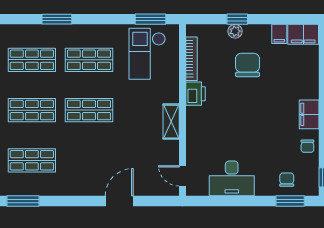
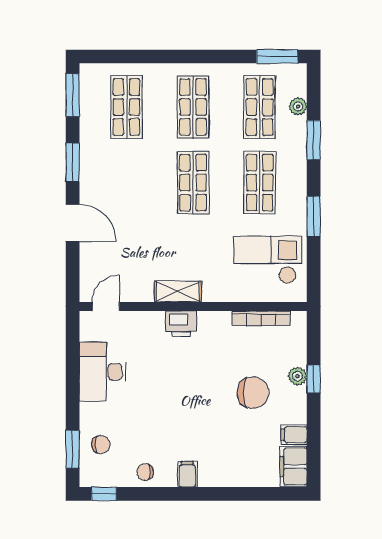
window: (150, 19) -> (314, 216), moved
plant: (31, 31) -> (298, 106), added
printer: (196, 94) -> (181, 324), moved
filing cabinet: (309, 114) -> (187, 474), width x0.50
window: (74, 201) -> (73, 162), added

